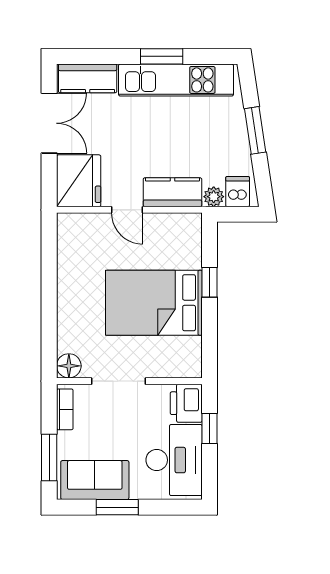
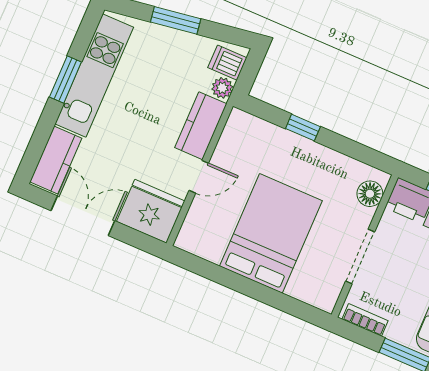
bed: (154, 303) -> (271, 233), moved, turned 180
floor lamp: (69, 366) -> (370, 194), moved

